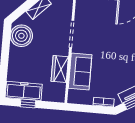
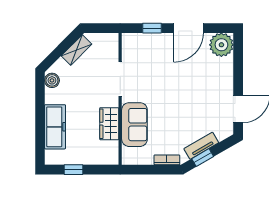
boiler: (21, 36) -> (52, 80), width x0.54, depth x0.54
freezer: (24, 91) -> (55, 127), moved, turned 90

